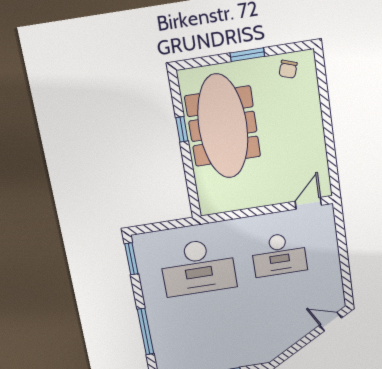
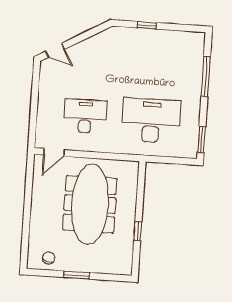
meeting table: (223, 126) -> (90, 204), moved

